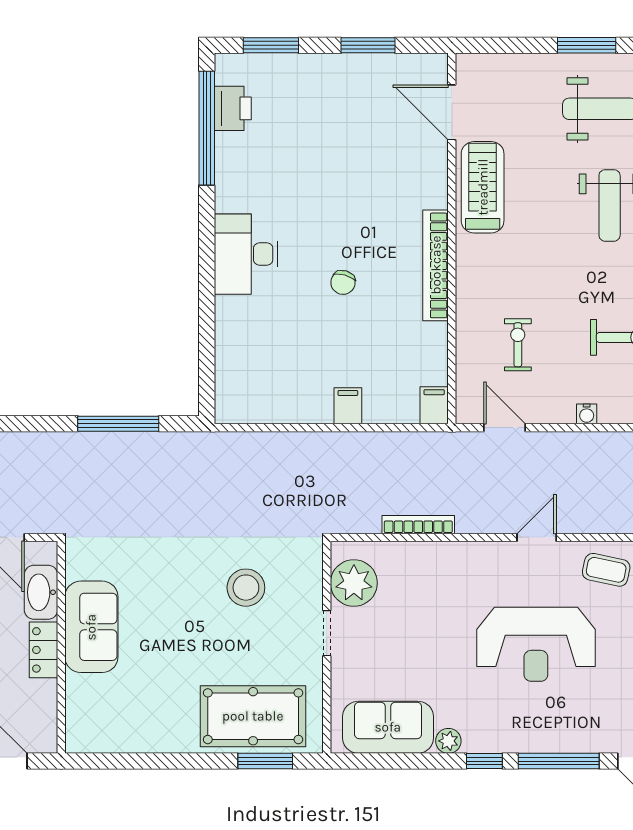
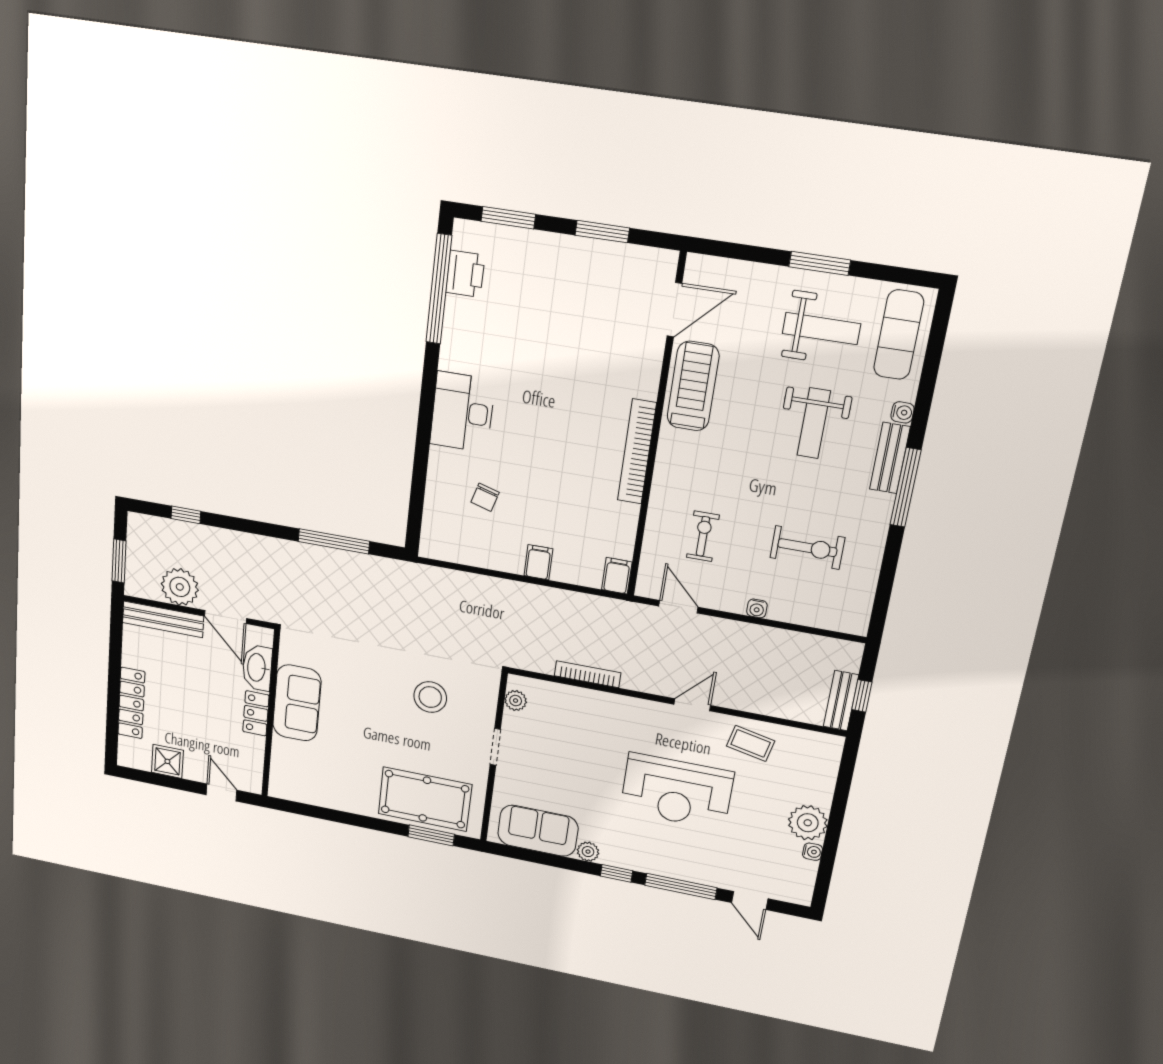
door: (452, 112) -> (674, 310), swing flipped
chair: (343, 282) -> (485, 497), moved
plant: (354, 583) -> (516, 701), width x0.53, depth x0.53

